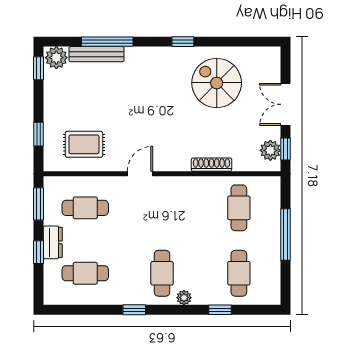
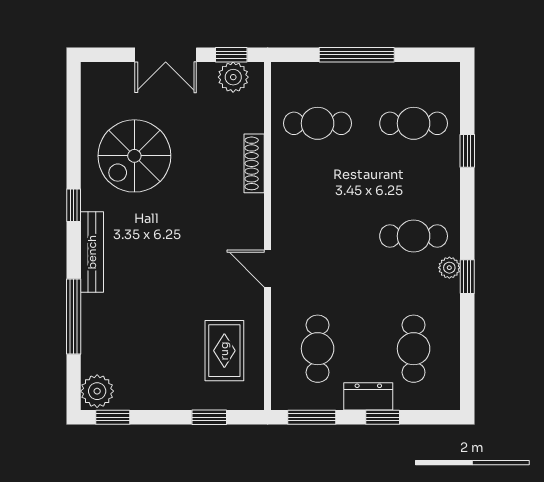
bench: (96, 54) -> (92, 252), moved
plant: (184, 298) -> (449, 268), moved

